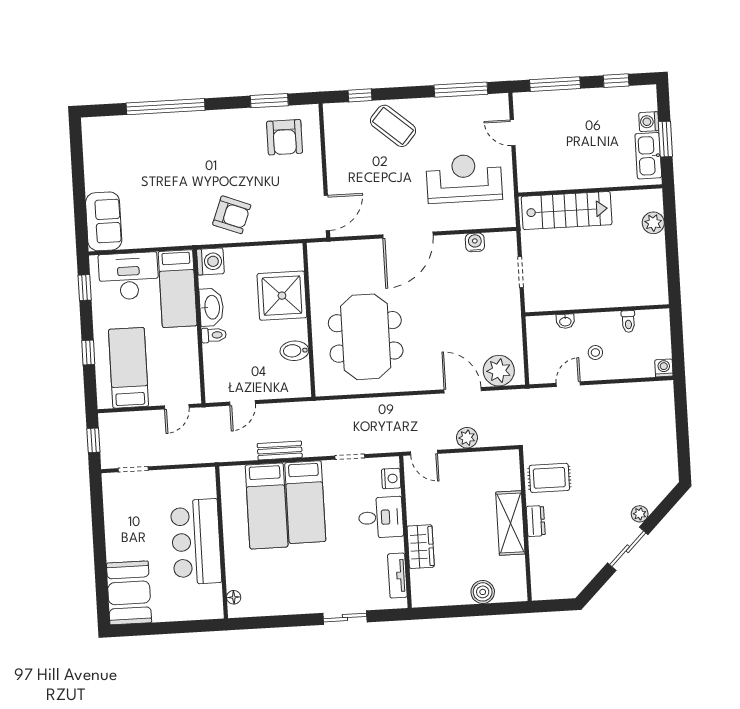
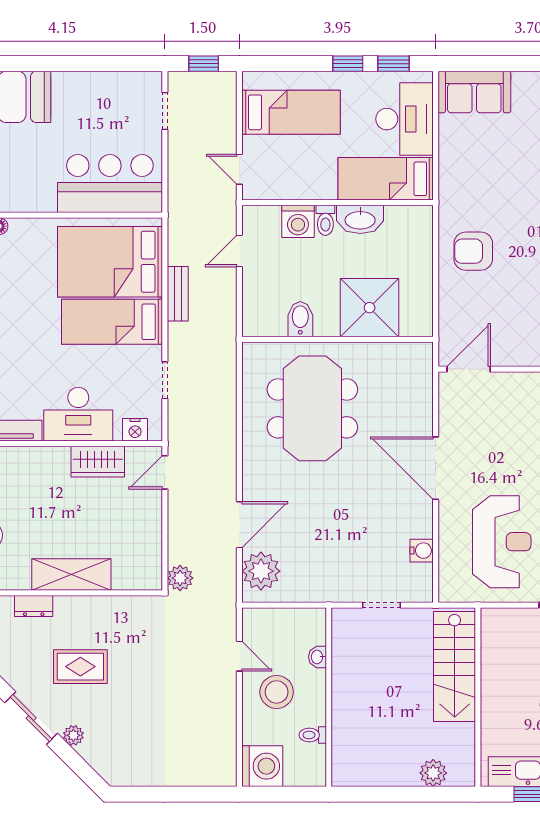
door: (327, 213) -> (469, 369), swing flipped
armchair: (232, 215) -> (473, 251), turned 69
washing machine: (210, 261) -> (298, 221), moved
meeting table: (366, 337) -> (312, 408), turned 90
window: (88, 352) -> (348, 64), moved
stool: (595, 352) -> (277, 692), width x1.89, depth x1.89
washing machine: (664, 368) -> (262, 766), width x1.89, depth x1.89
door: (242, 403) -> (239, 251), hinge flipped
plant: (467, 438) -> (180, 578), moved
rug: (549, 478) -> (80, 667), moved, turned 90
bed: (267, 506) -> (110, 262), width x1.50
desk: (381, 517) -> (78, 414), width x1.37
dresser: (536, 521) -> (34, 606), moved
bar counter: (196, 542) -> (110, 184), moved
wardrobe: (421, 547) -> (98, 462), moved

